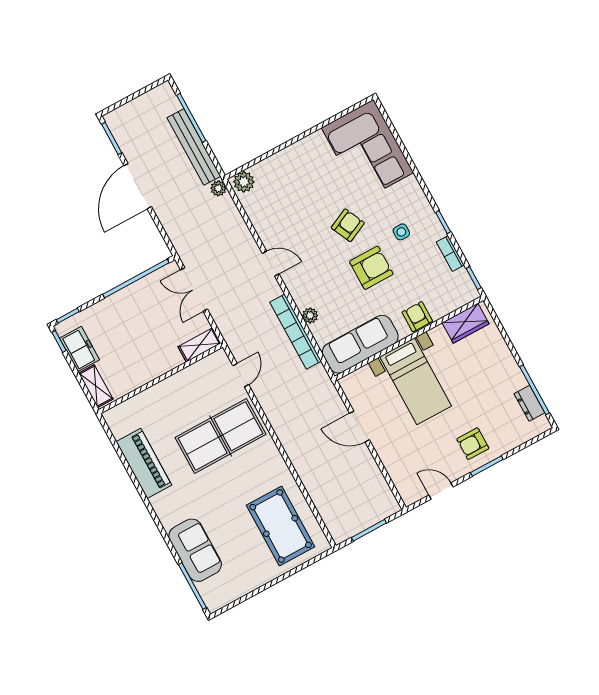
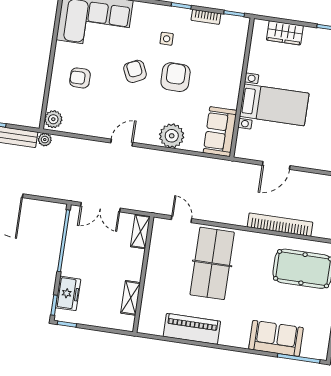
plant: (310, 315) -> (172, 136), width x1.87, depth x1.87
armchair: (417, 317) -> (80, 78), moved
wardrobe: (466, 323) -> (285, 33), moved, turned 90
bookcase: (296, 332) -> (280, 225), moved, turned 180
sofa: (360, 344) -> (220, 132), width x0.73
freezer: (80, 349) -> (68, 293), moved, turned 90
shelving: (96, 386) -> (131, 298), moved, turned 90

